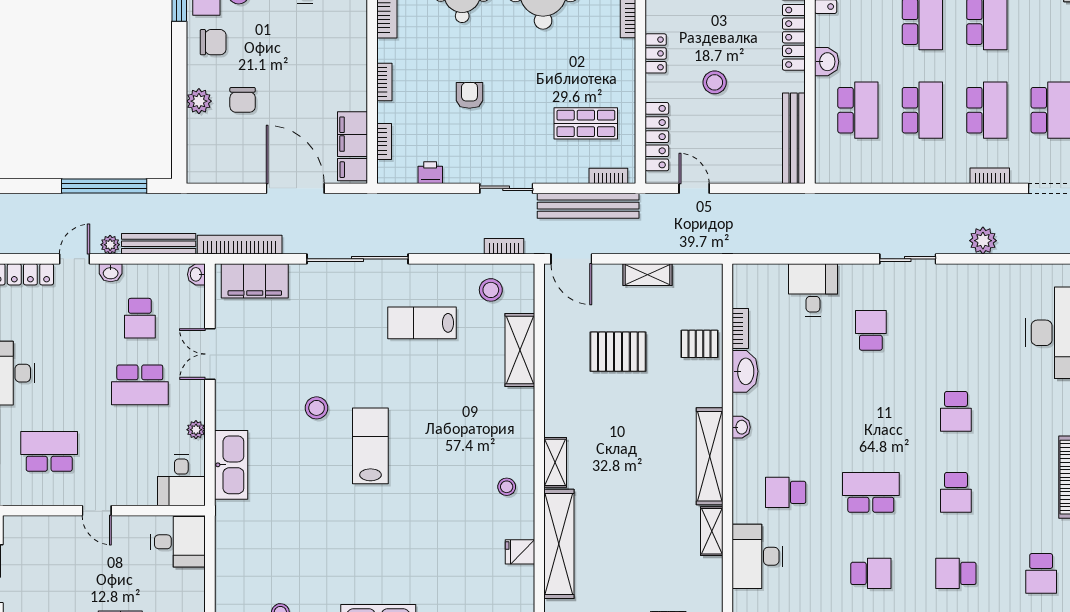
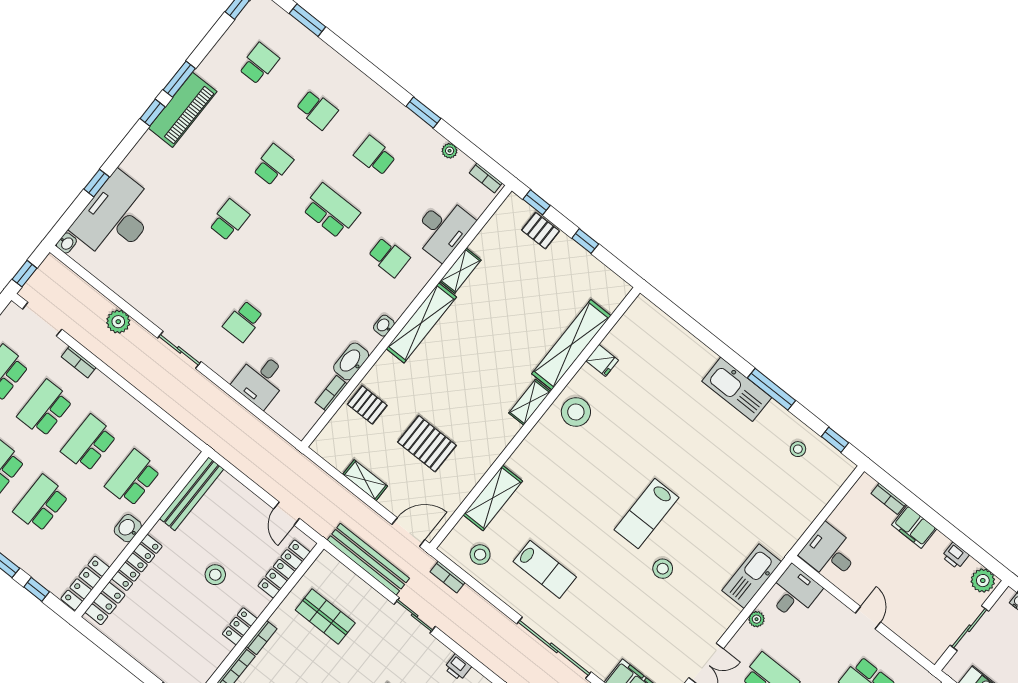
bookcase: (608, 176) -> (262, 638), moved, turned -90
door: (571, 259) -> (408, 532), hinge flipped
stool: (507, 487) -> (576, 412), width x1.89, depth x1.89
school desk: (871, 492) -> (331, 211), turned 180

